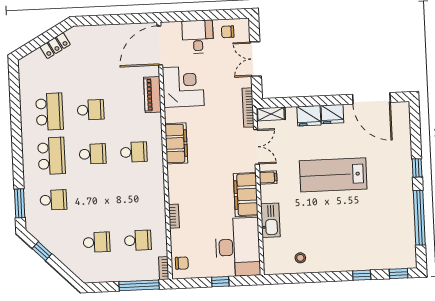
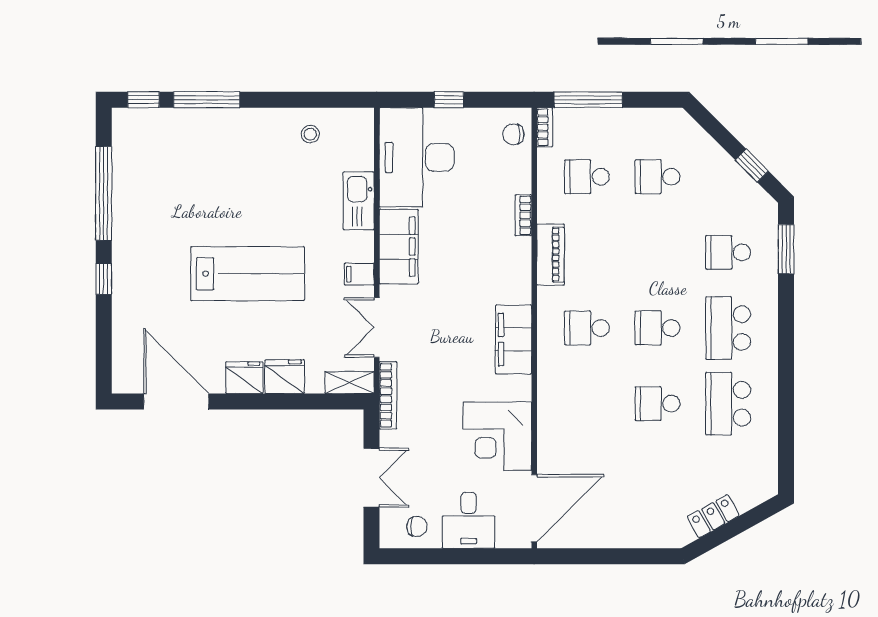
piano: (152, 95) -> (550, 255), moved
window: (362, 275) -> (207, 100), width x2.17

